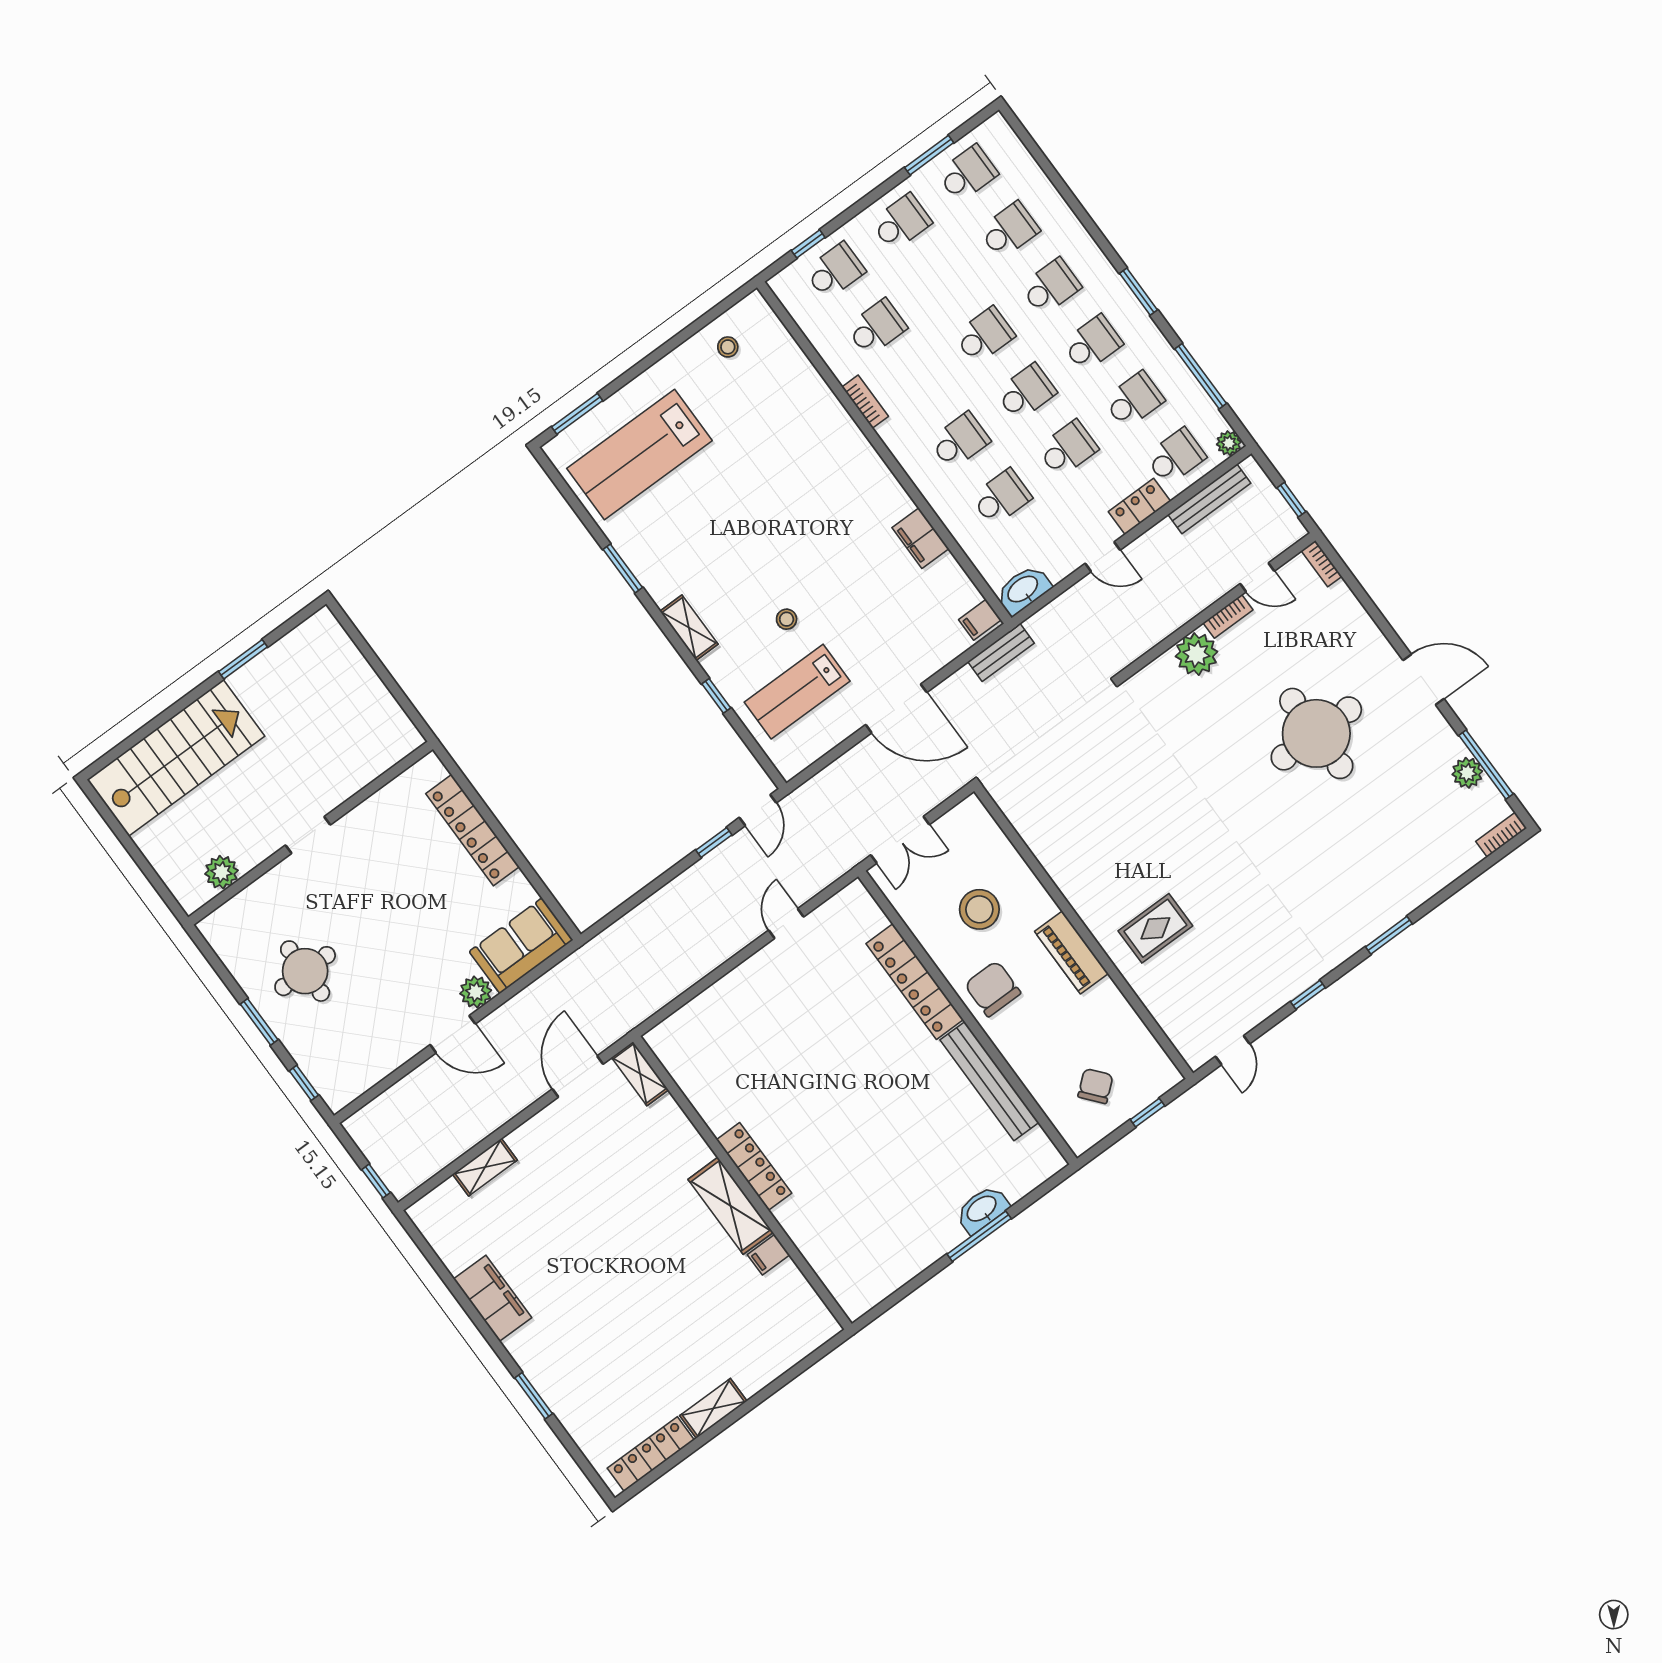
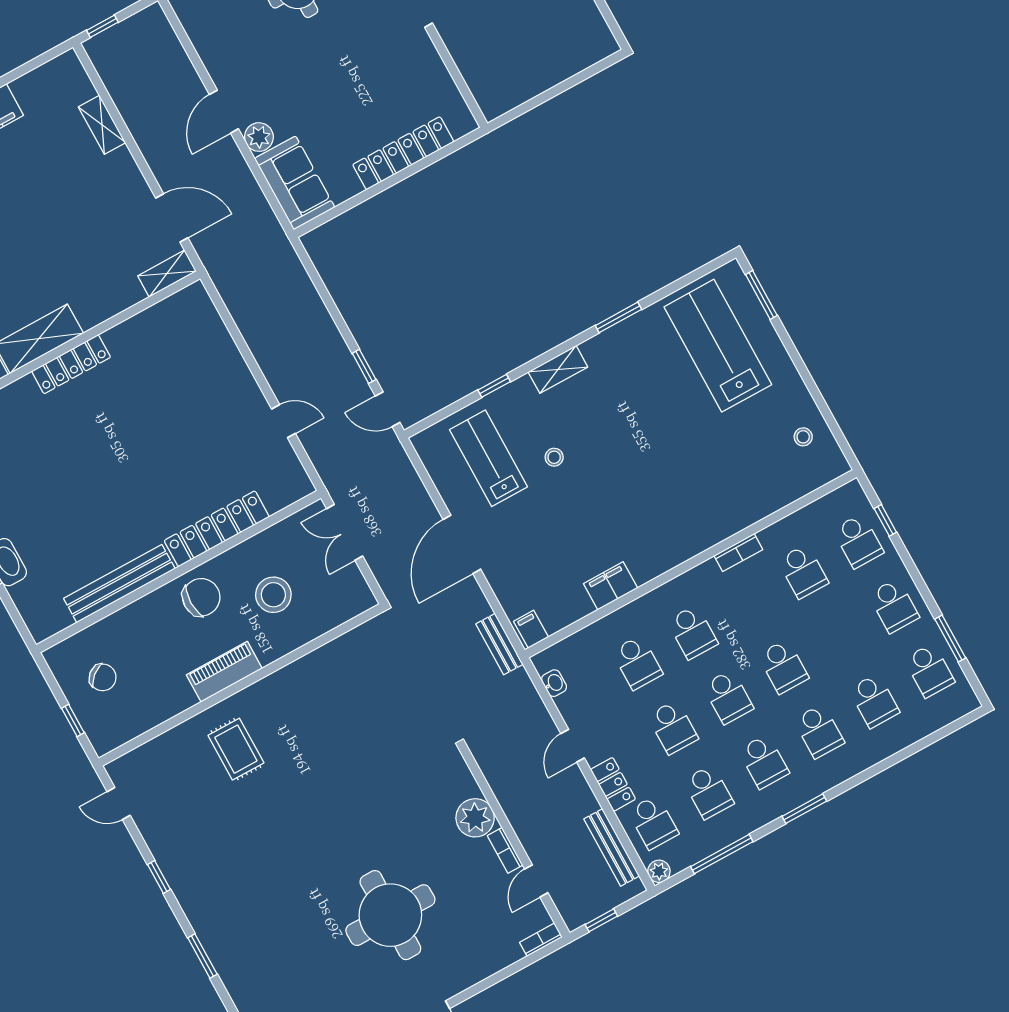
washbasin: (1023, 590) -> (554, 683), width x0.52, depth x0.69

